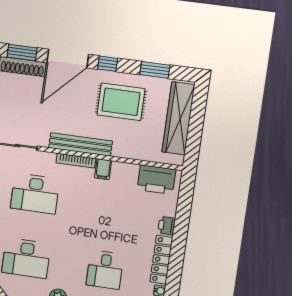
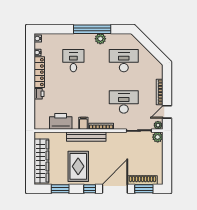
rug: (121, 102) -> (78, 166), turned 90
bench: (80, 144) -> (86, 137), moved
printer: (156, 180) -> (61, 121), moved

